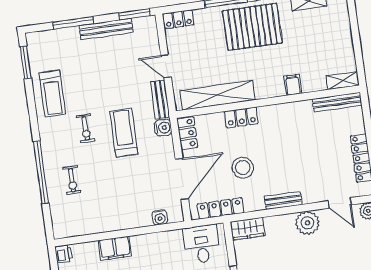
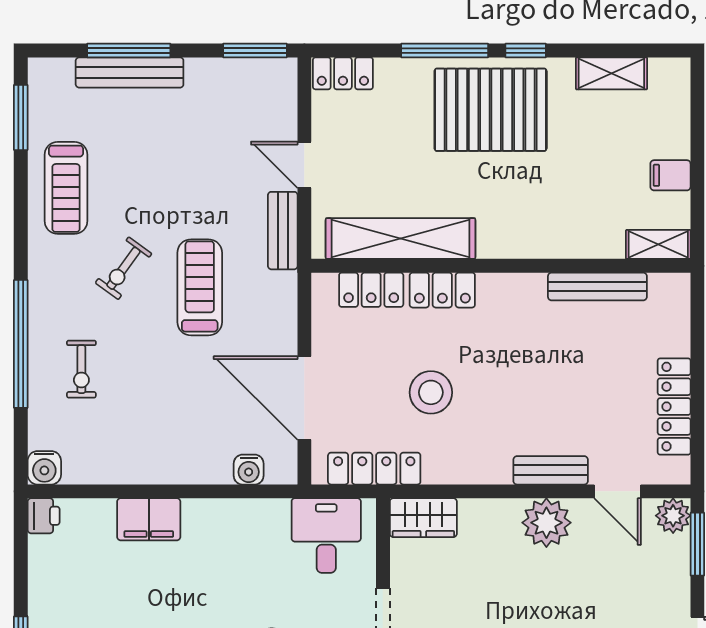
bench: (106, 29) -> (130, 72), moved
filing cabinet: (293, 85) -> (670, 175), moved, turned -90
bench: (337, 102) -> (597, 287), moved
exercise bike: (86, 128) -> (123, 268), turned 37
water cooler: (163, 128) -> (44, 468), moved, turned 90
locker: (187, 133) -> (371, 290), moved, turned 90
door: (182, 179) -> (304, 398), swing flipped
bench: (283, 200) -> (551, 470), moved

